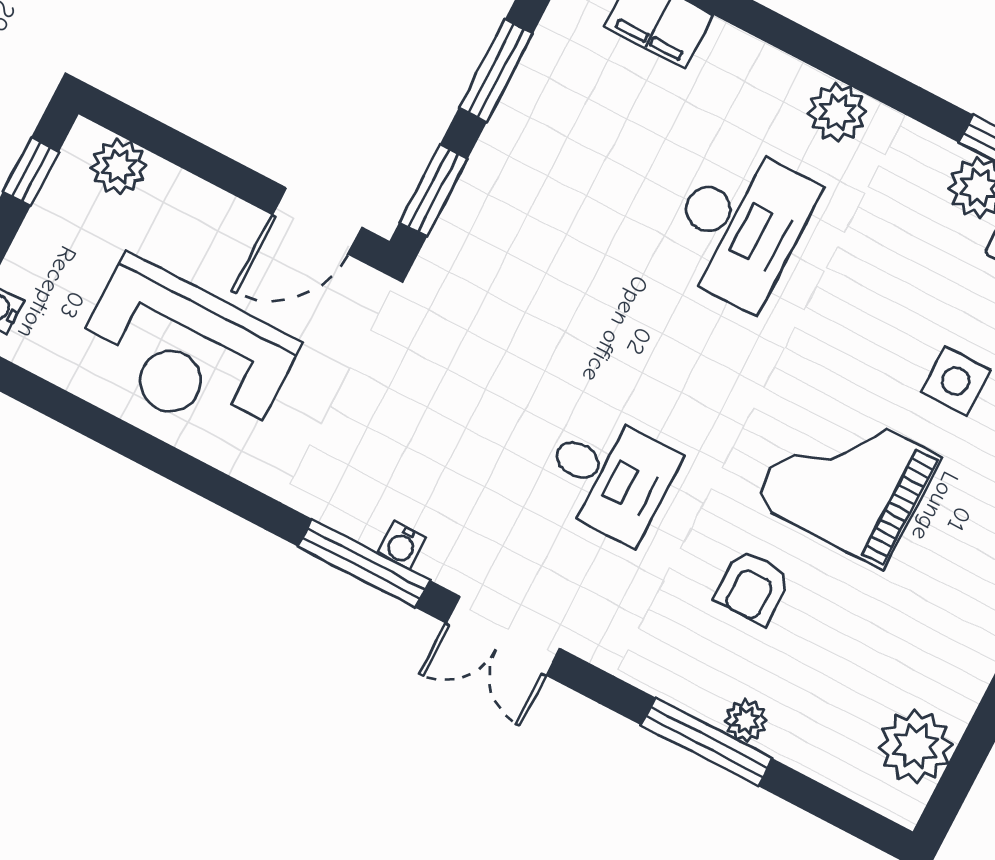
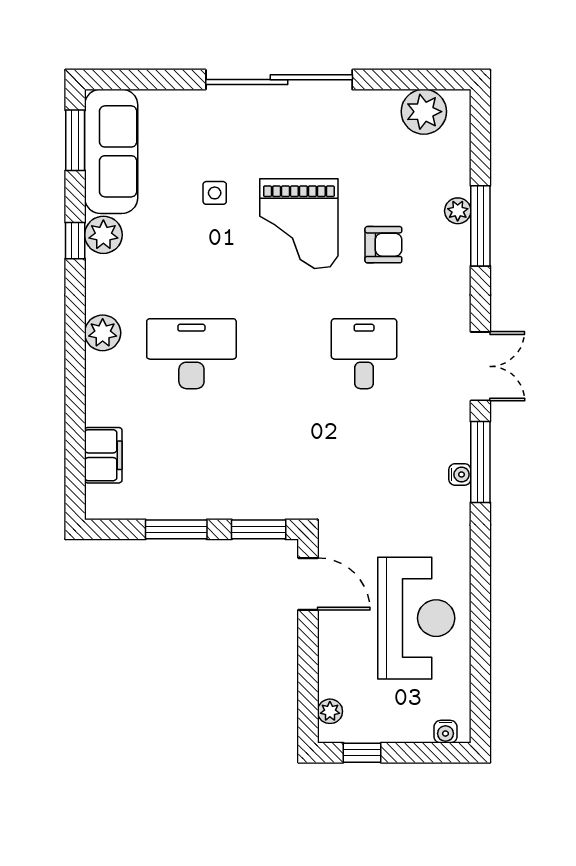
plant: (119, 167) -> (330, 711), width x0.73, depth x0.73
side table: (956, 381) -> (215, 193), width x0.73, depth x0.73
water cooler: (402, 545) -> (460, 474), moved

